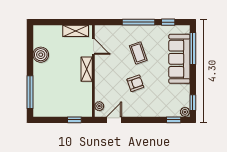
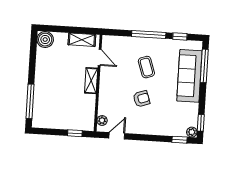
boiler: (41, 55) -> (45, 40), moved

